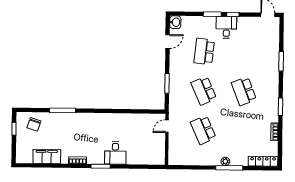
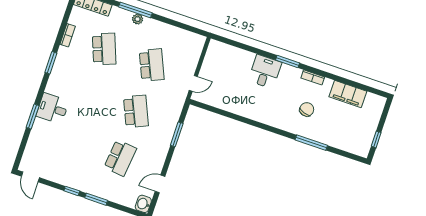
desk: (226, 27) -> (53, 108), moved, turned 90
school desk: (244, 91) -> (104, 49), moved
chair: (34, 124) -> (307, 109), moved

